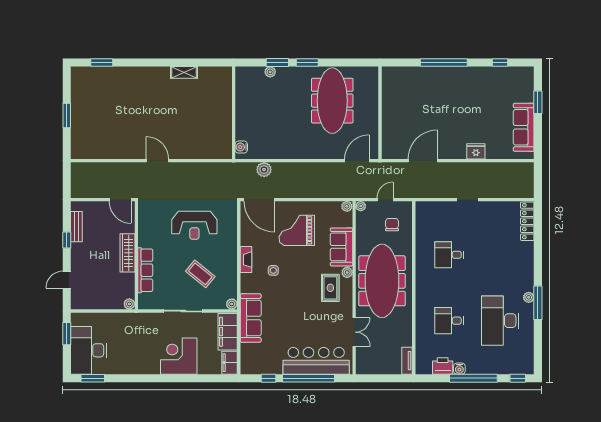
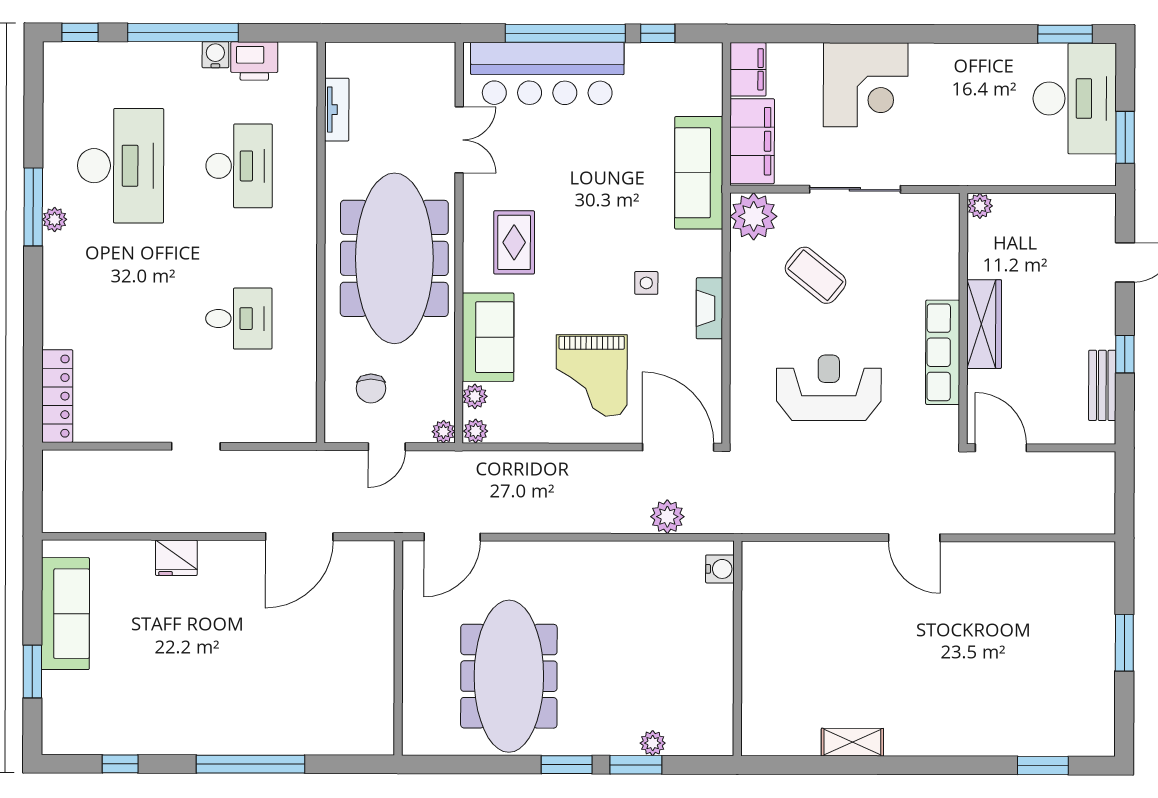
grand piano: (297, 230) -> (592, 375), turned 90
row of seats: (145, 270) -> (943, 352), moved
plant: (347, 272) -> (475, 396), moved
plant: (232, 304) -> (754, 216), width x1.88, depth x1.88
desk: (449, 321) -> (239, 166), width x1.37
double door: (354, 332) -> (459, 140), swing flipped
tv unit: (407, 361) -> (337, 110), moved

